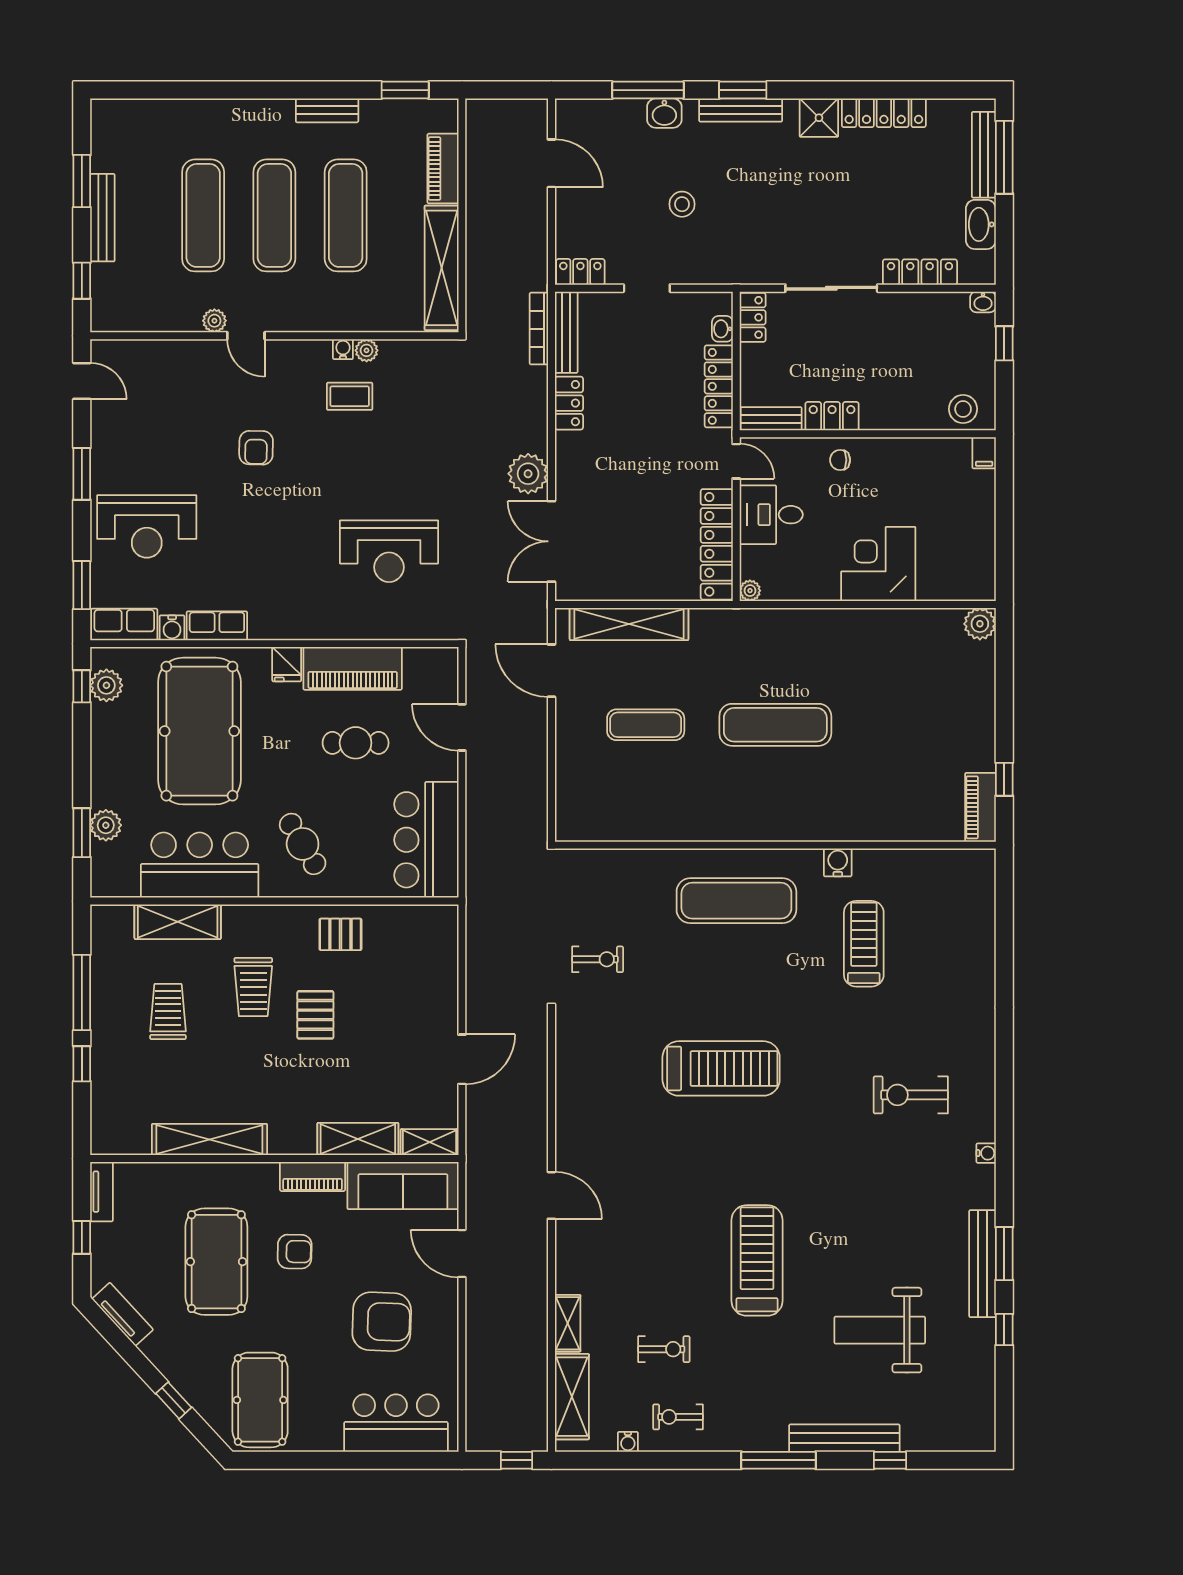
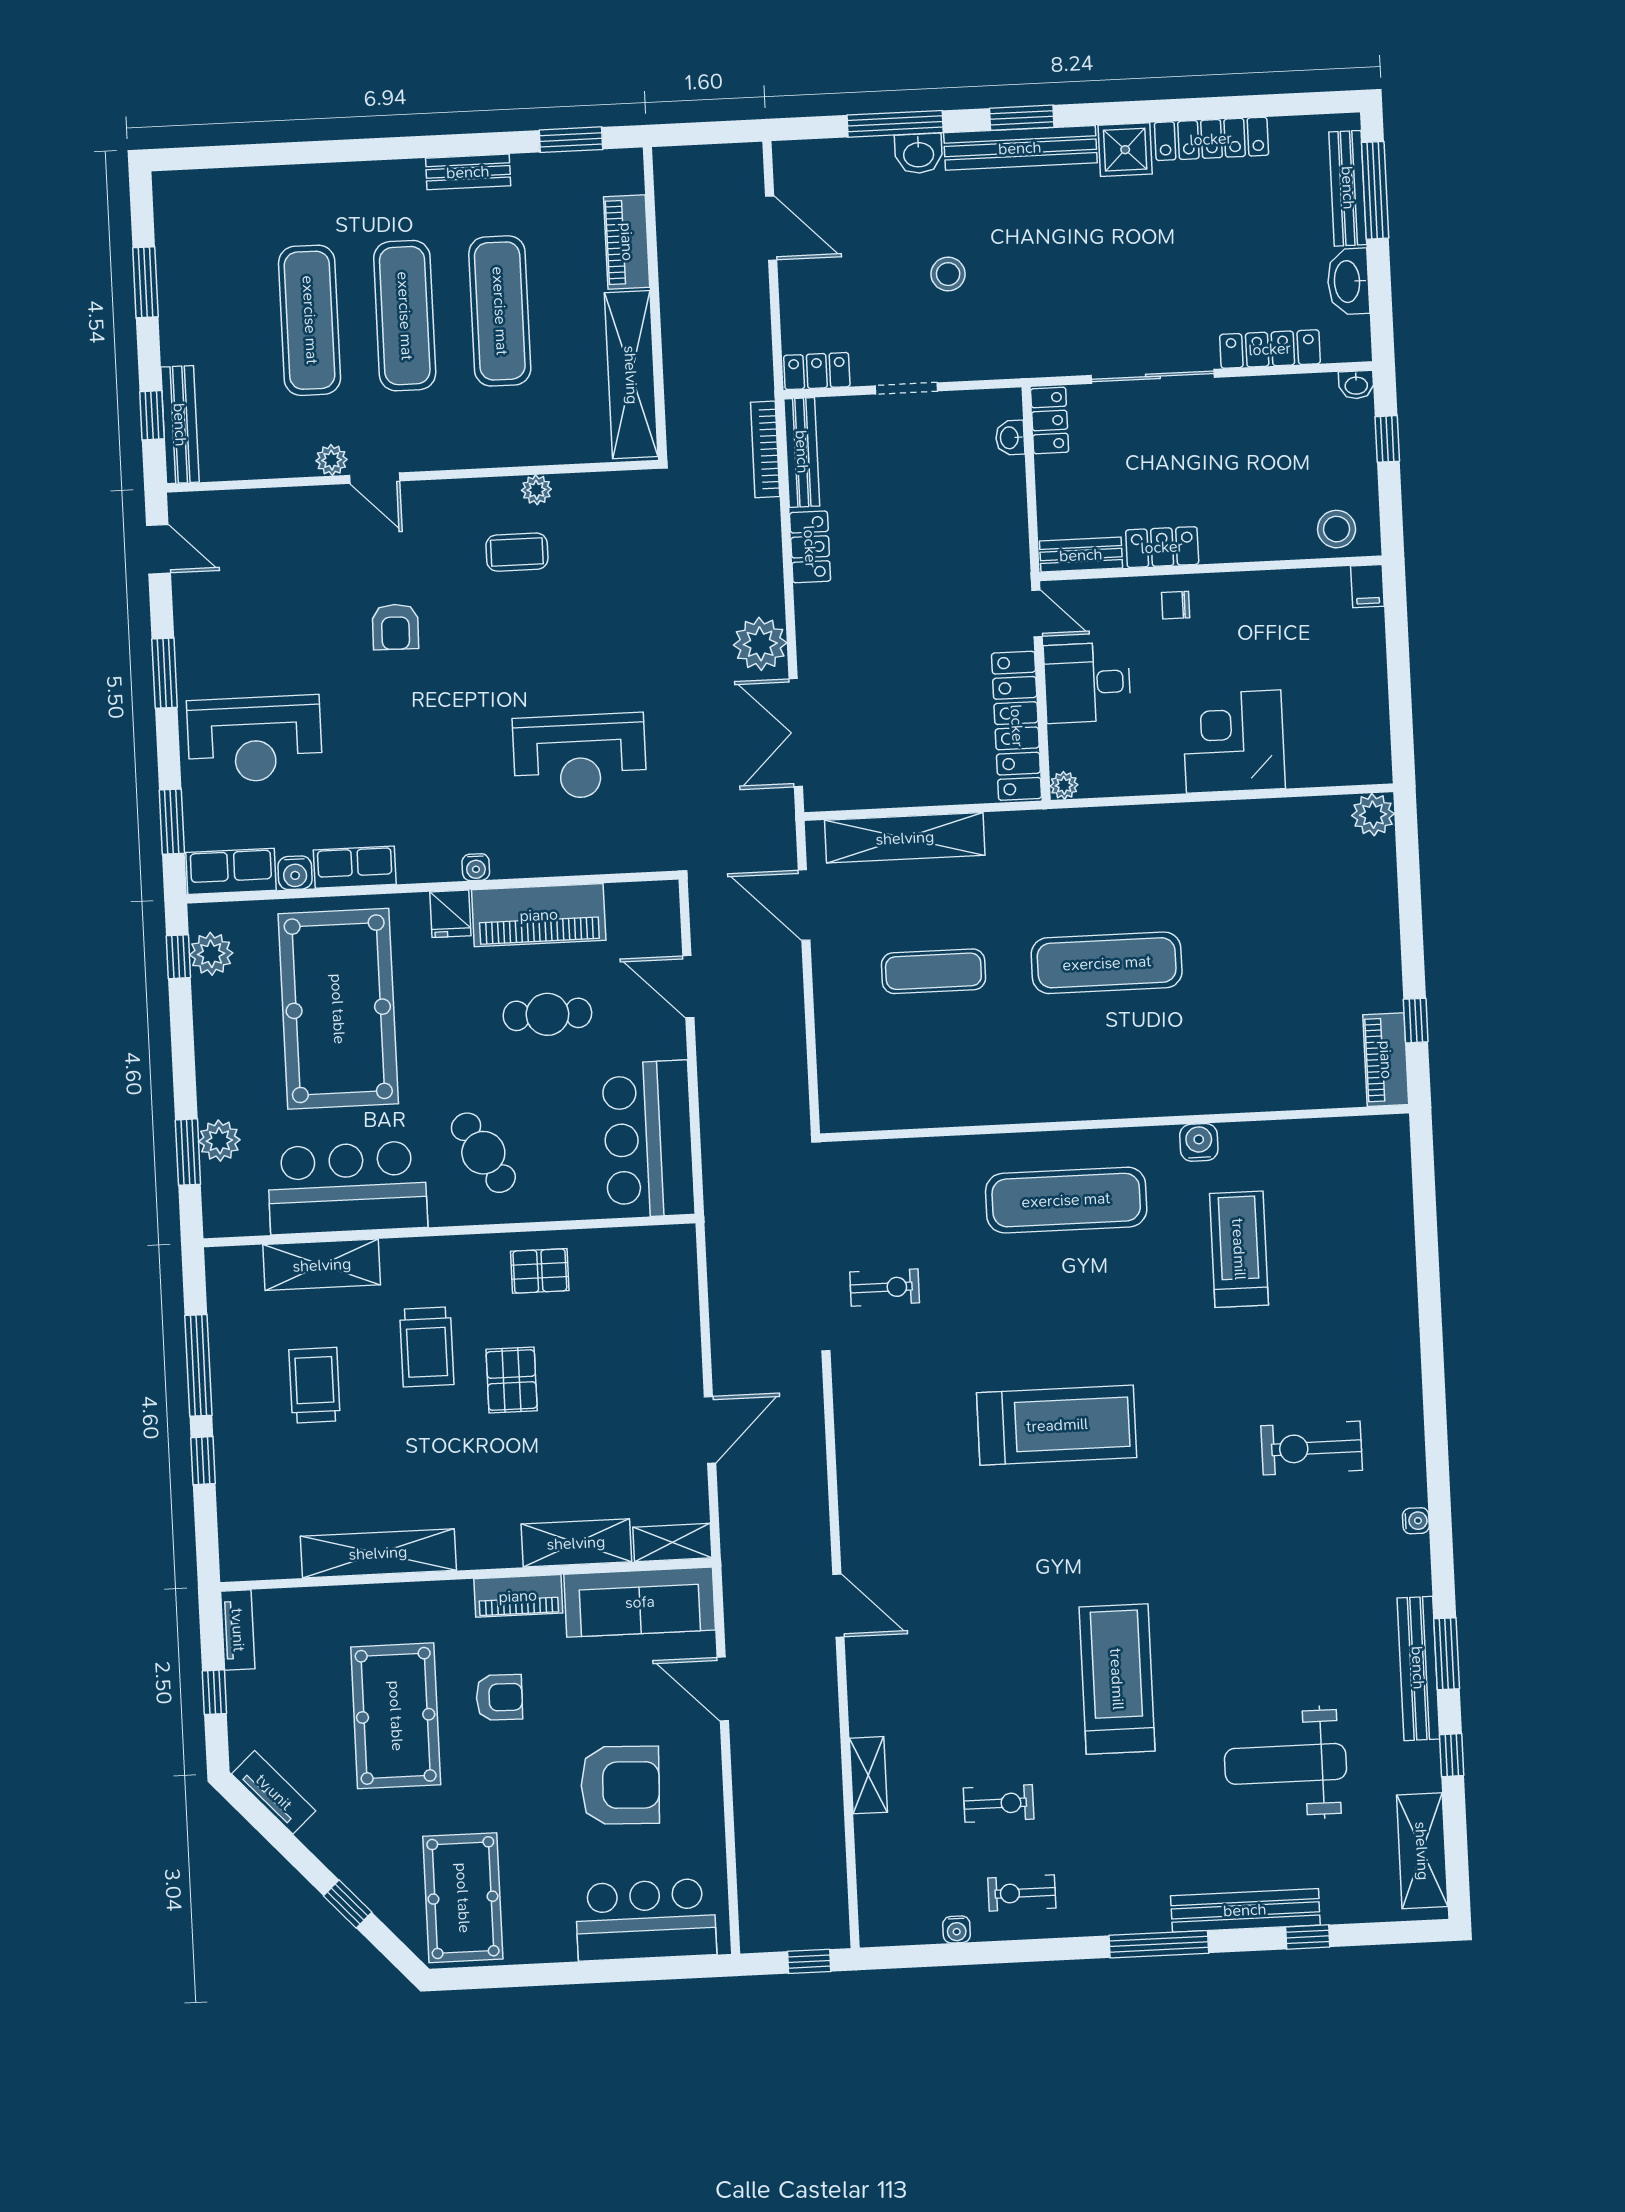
bench: (741, 110) -> (1020, 148), width x1.37, depth x1.21
bench: (102, 218) -> (180, 425), moved
water cooler: (343, 349) -> (476, 867), moved, turned 180
locker: (719, 386) -> (1009, 515), removed
shelving: (572, 1397) -> (1422, 1851), moved

